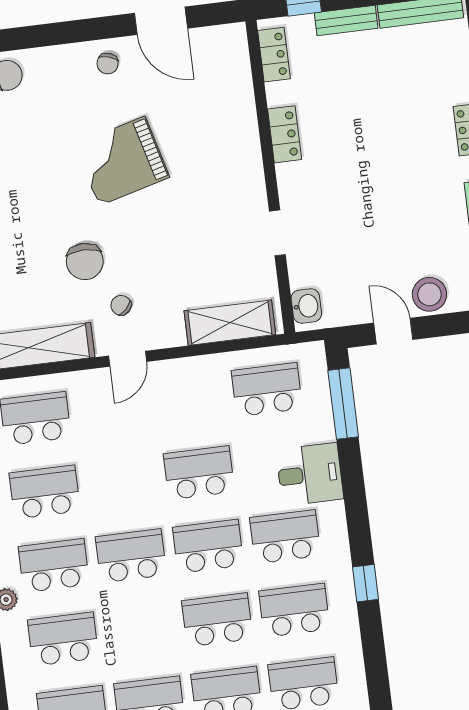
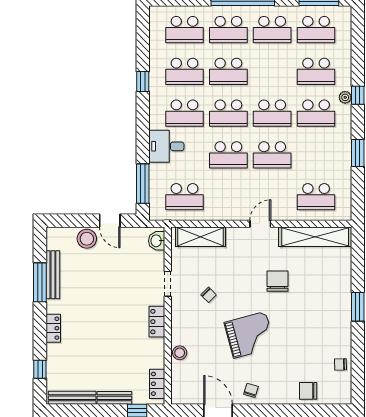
stool: (241, 114) -> (180, 353), added
locker: (285, 134) -> (157, 322), moved
chair: (121, 305) -> (209, 295), moved
school desk: (45, 492) -> (272, 155), moved

